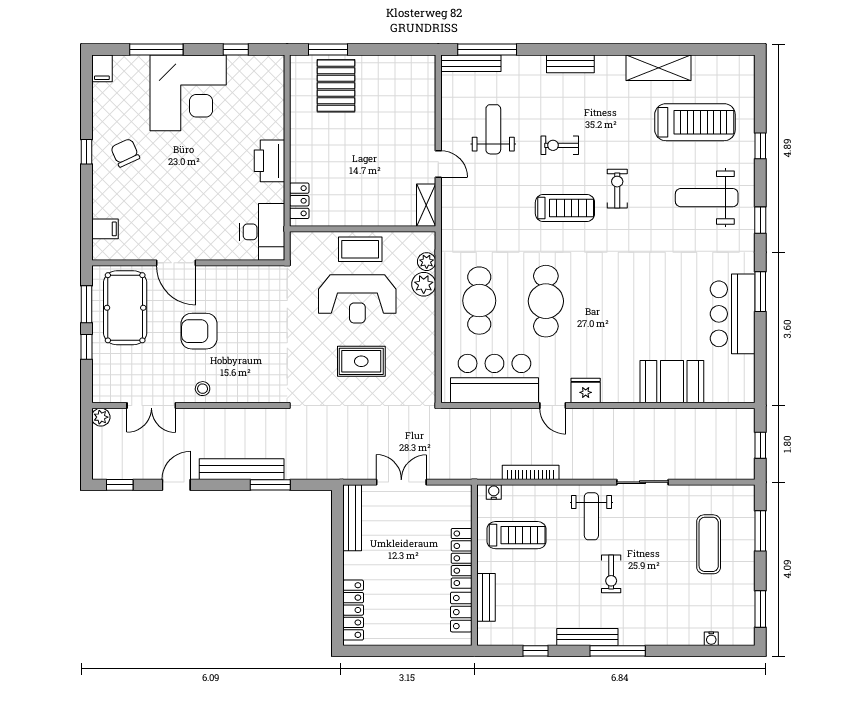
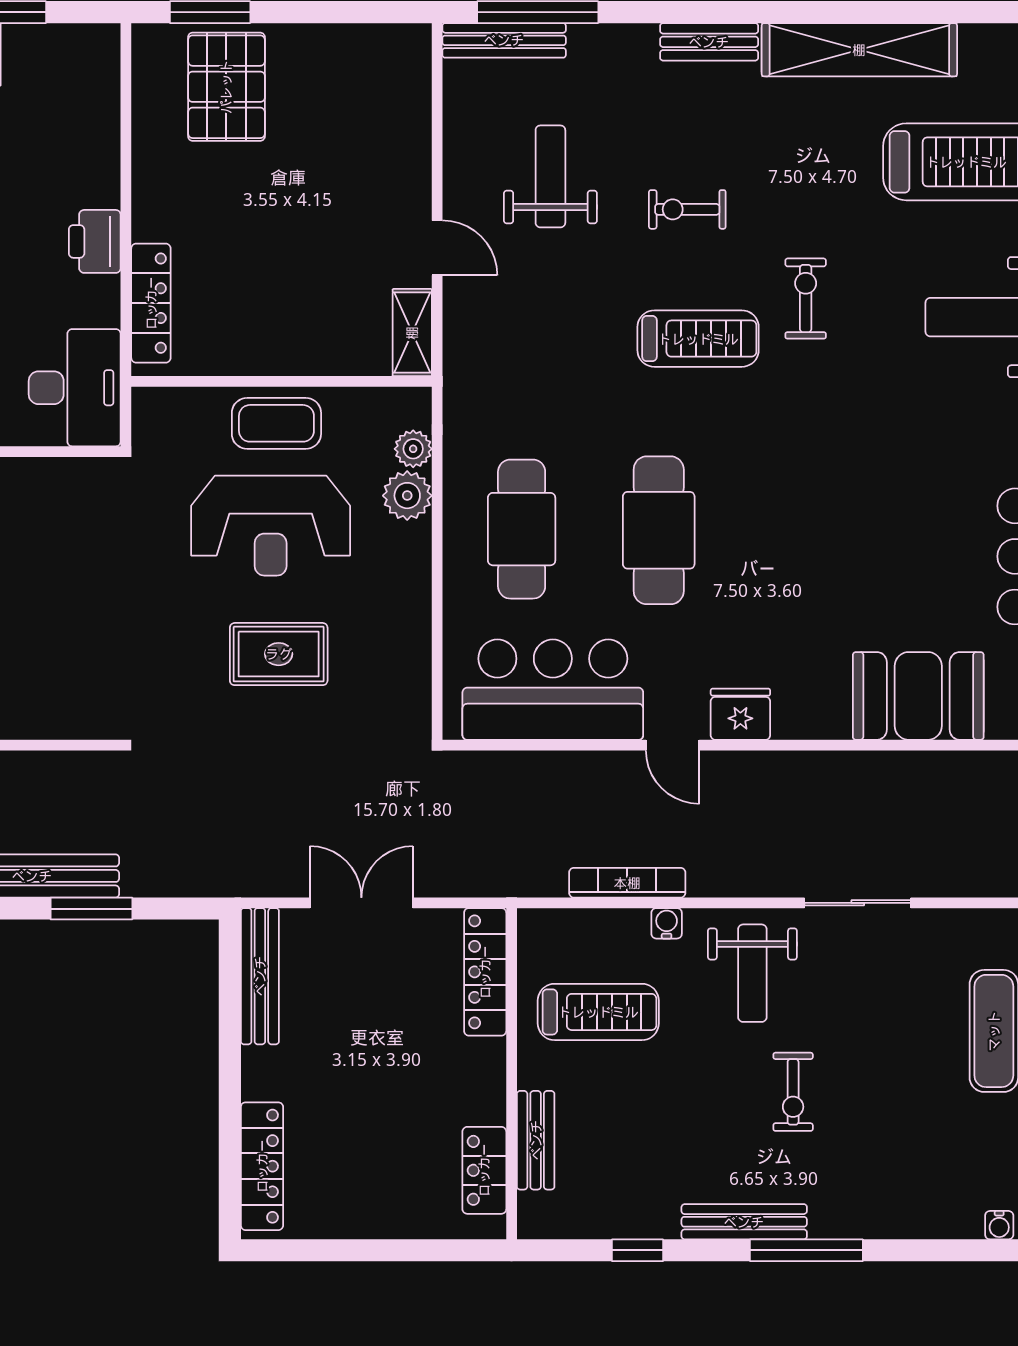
shelving: (658, 68) -> (859, 50), width x1.47
printer: (269, 161) -> (95, 241), width x0.73, depth x0.84
locker: (299, 201) -> (151, 303), width x1.53
water cooler: (494, 492) -> (667, 923), moved
locker: (462, 558) -> (485, 972), moved

